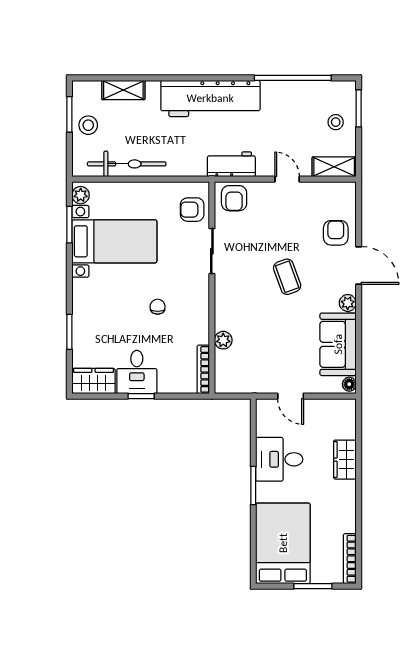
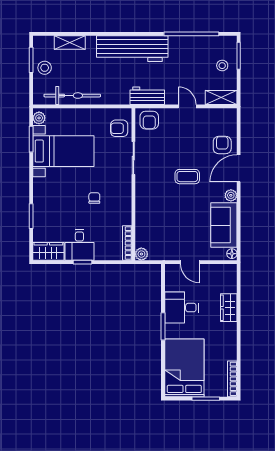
door: (359, 265) -> (239, 168), swing flipped
coffee table: (287, 277) -> (187, 177), turned -70
plant: (223, 340) -> (141, 254), moved

